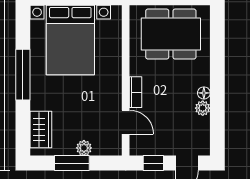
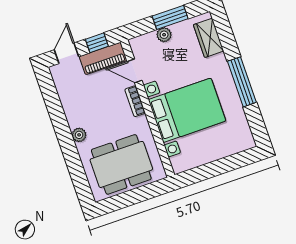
bed with nightstands: (70, 40) -> (187, 110), moved, turned 90
floor lamp: (204, 93) -> (73, 122), removed
plant: (203, 108) -> (79, 135), moved
piano: (152, 145) -> (103, 58), added

